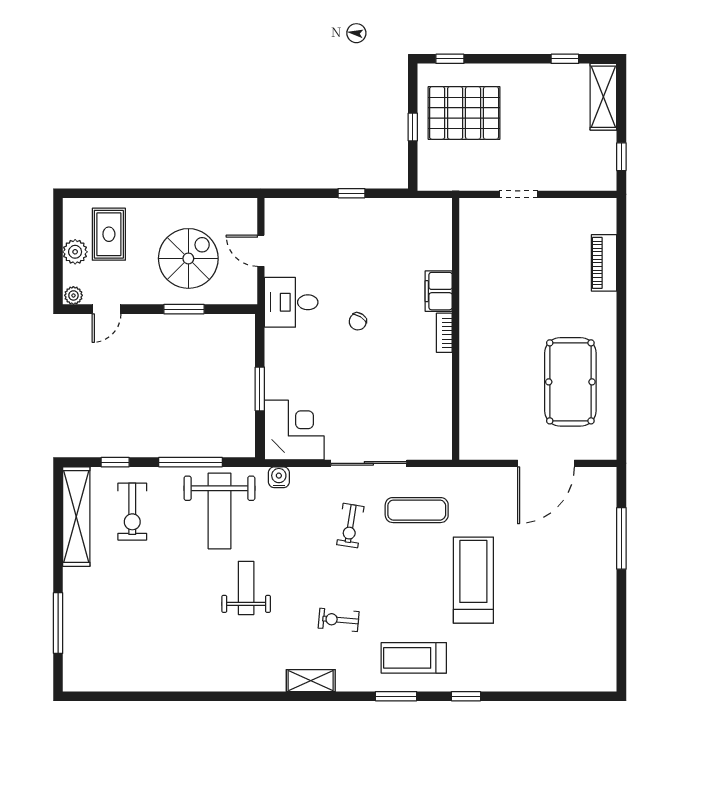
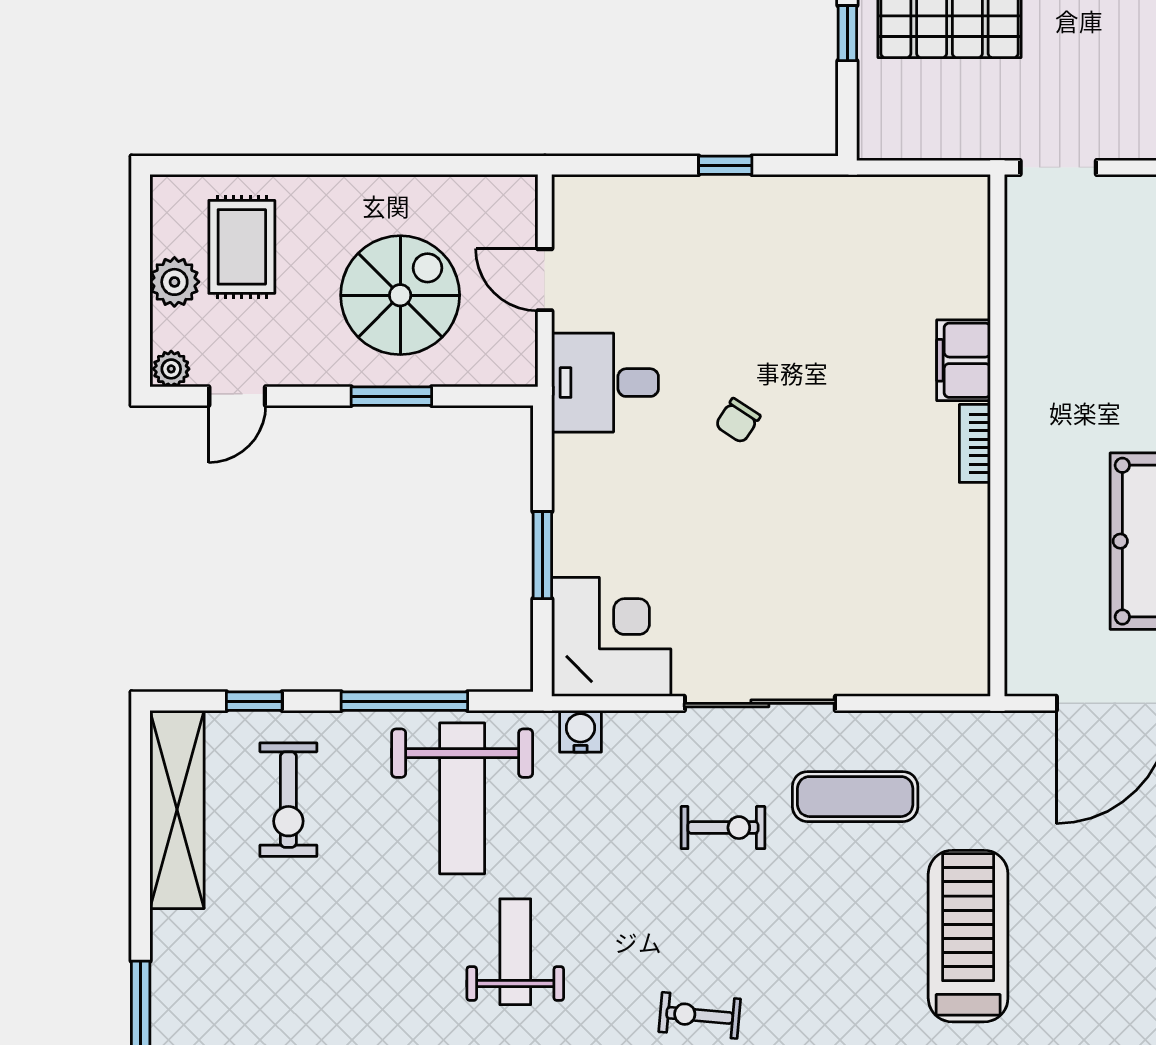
filing cabinet: (439, 291) -> (964, 360), moved
wall: (456, 329) -> (997, 435), moved
bookcase: (444, 333) -> (975, 443), moved
exercise bike: (350, 526) -> (723, 828), turned -99

